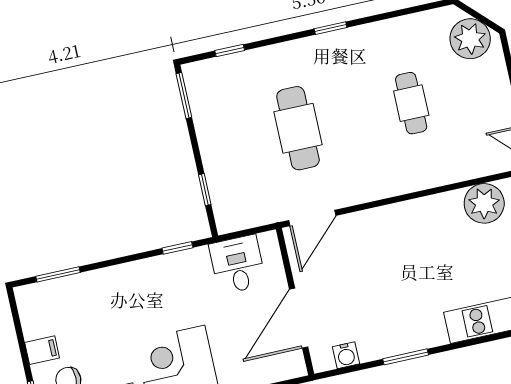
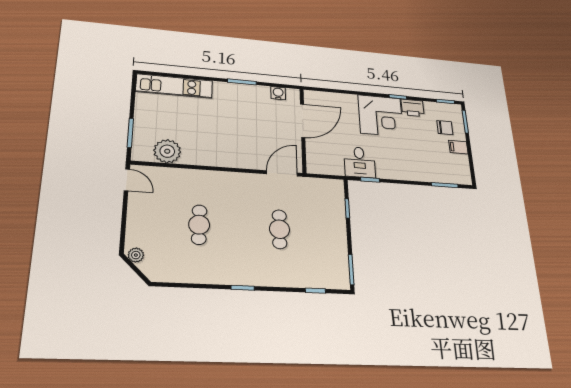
plant: (470, 39) -> (136, 255), width x0.53, depth x0.53
cafe table: (298, 128) -> (280, 229), width x0.73, depth x0.74
desk: (238, 264) -> (360, 162), moved

